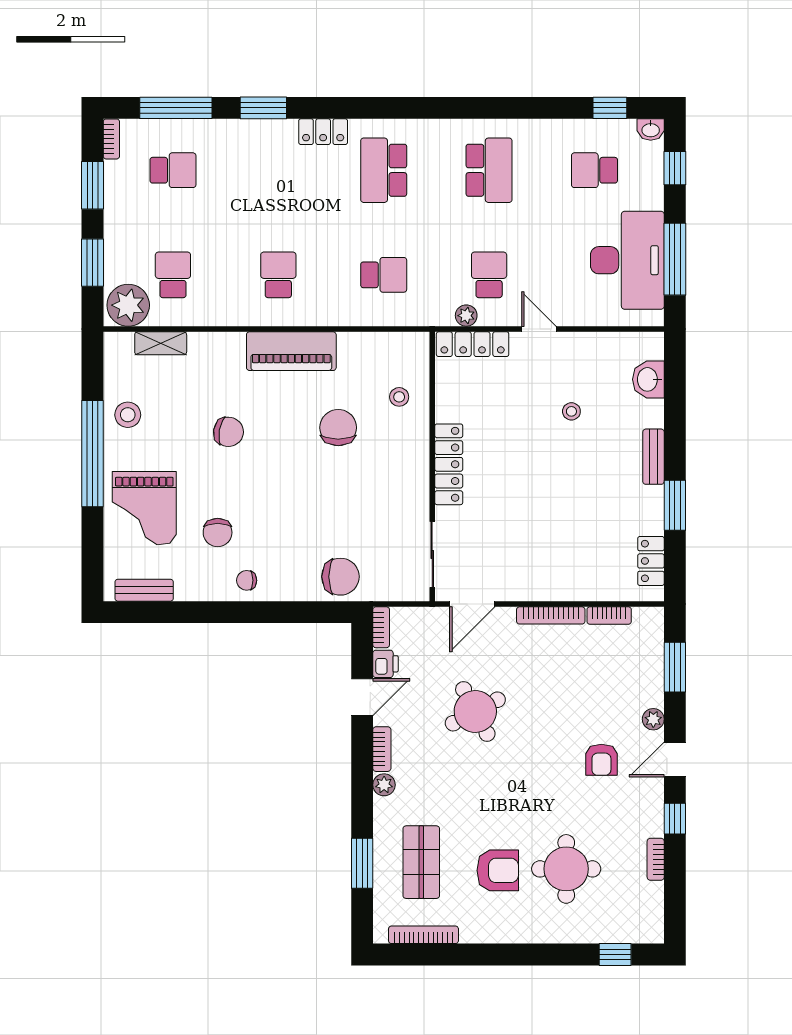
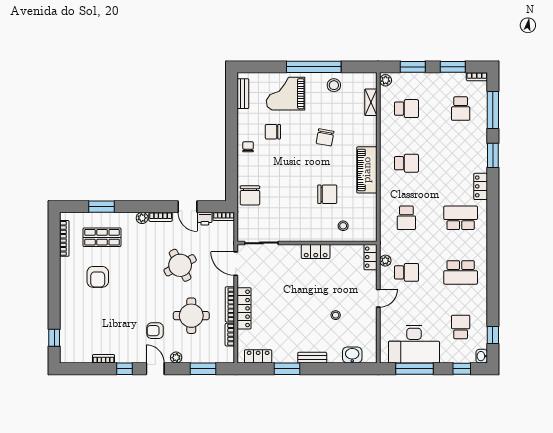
plant: (128, 305) -> (386, 80), width x0.53, depth x0.53
locker: (473, 344) -> (370, 257), width x0.66
locker: (449, 464) -> (316, 252), width x0.66
locker: (558, 588) -> (244, 308), added
round table: (566, 869) -> (191, 316), moved

